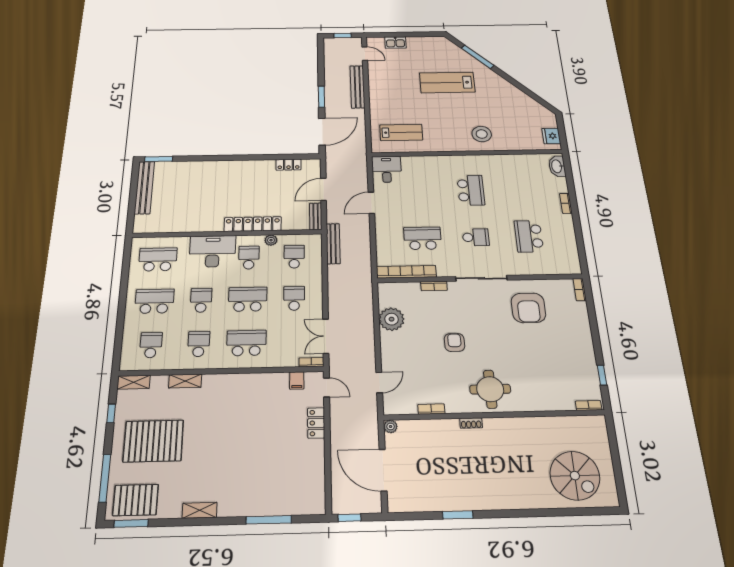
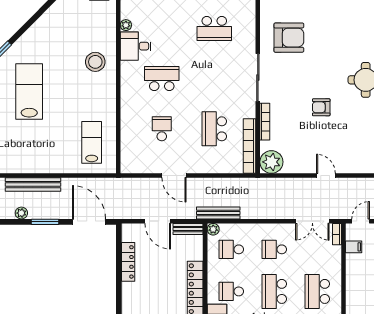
plant: (330, 78) -> (21, 213), added
lab bench: (447, 82) -> (29, 91), turned 180
plant: (522, 159) -> (126, 25), added
locker: (288, 165) -> (128, 262), width x1.53
desk: (387, 169) -> (136, 46), moved
school desk: (476, 237) -> (162, 129), moved
plant: (271, 240) -> (213, 229), moved
bookcase: (434, 286) -> (265, 122), width x1.56
plant: (392, 319) -> (271, 162), moved
door: (379, 383) -> (326, 176), moved

